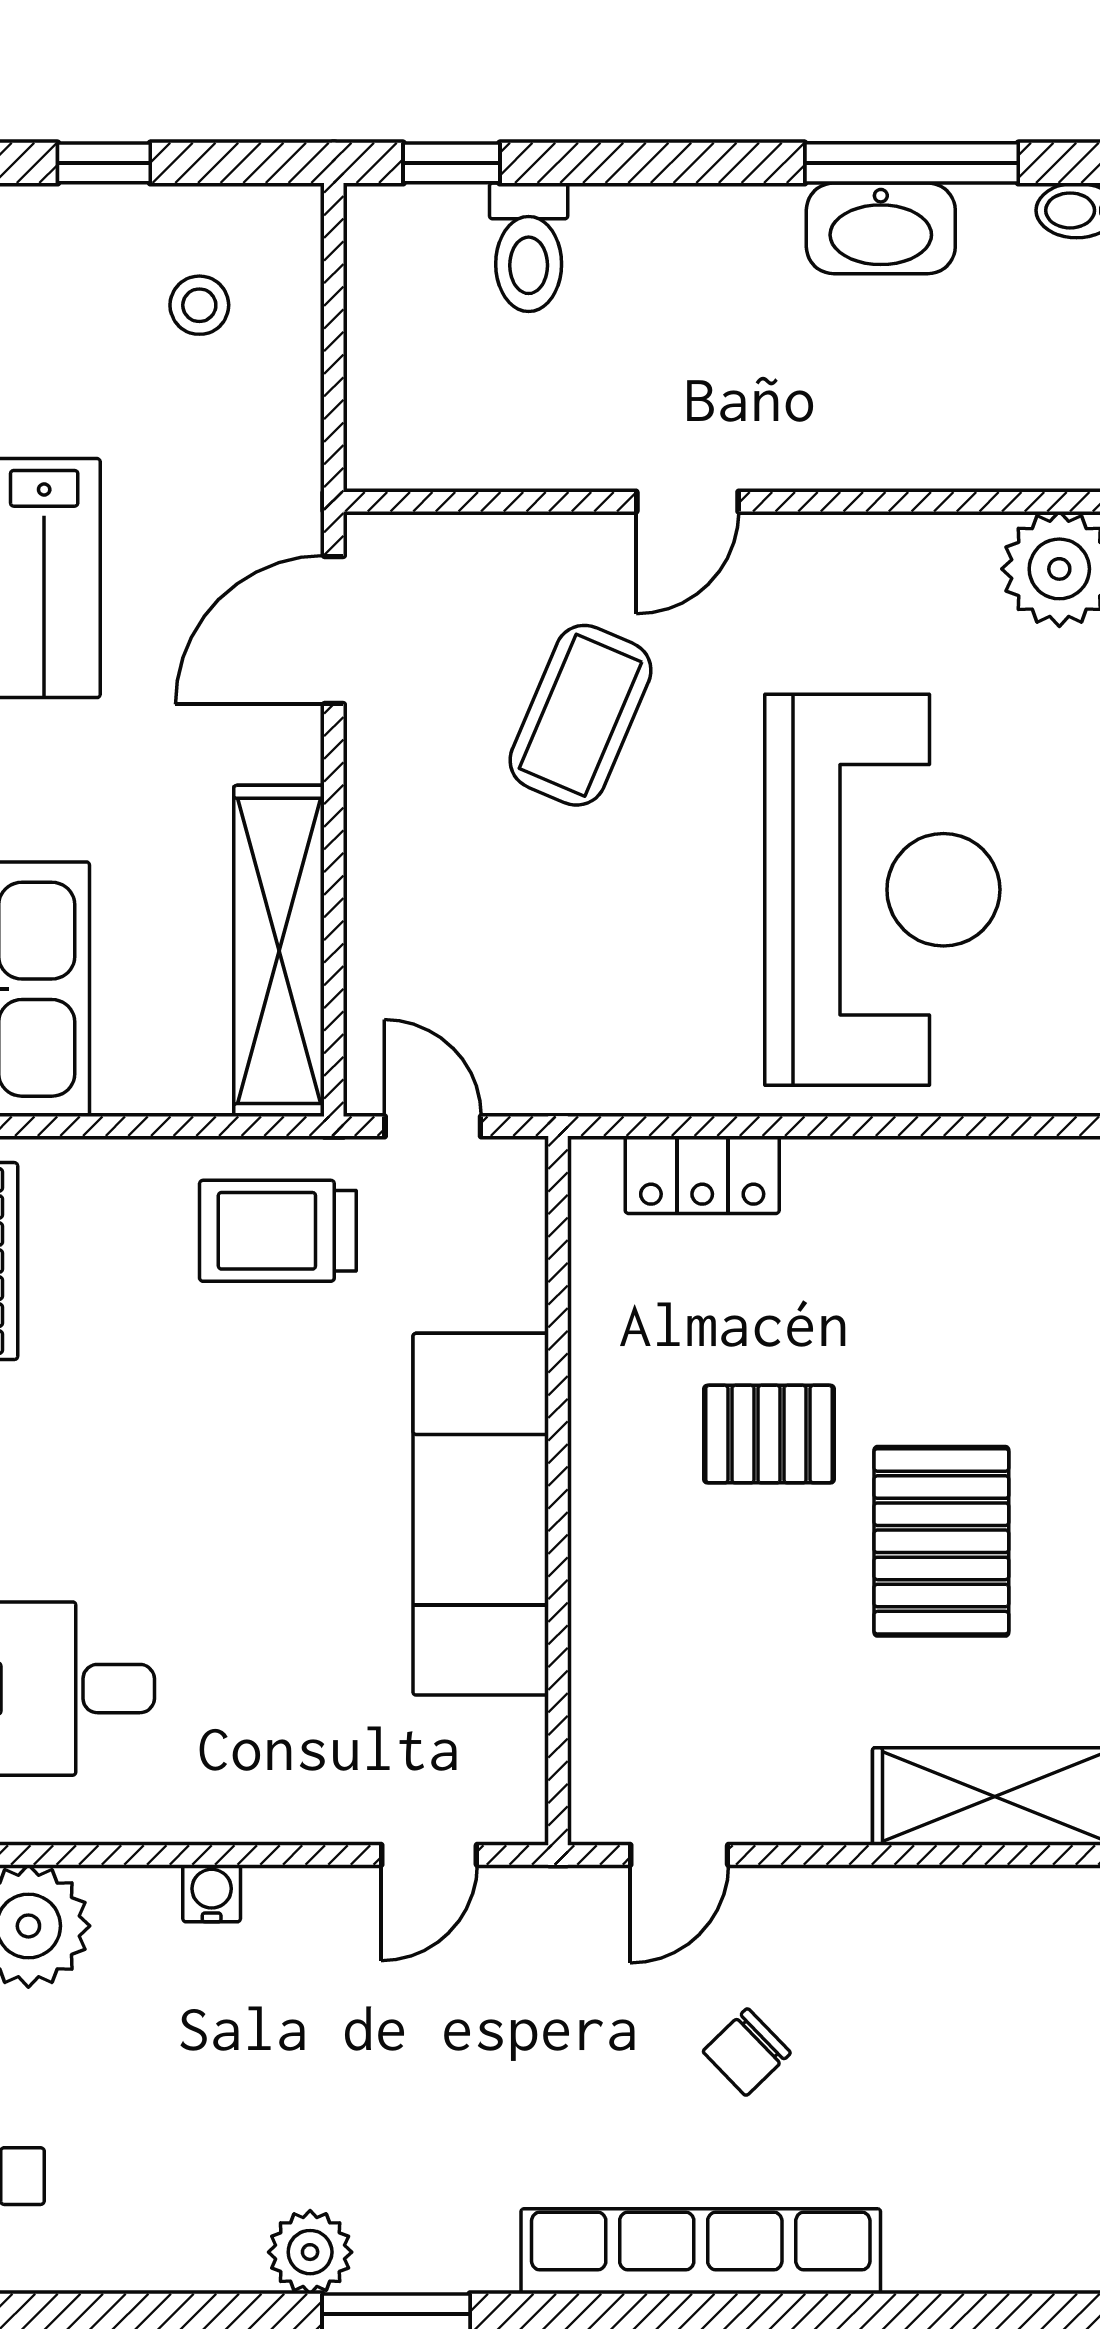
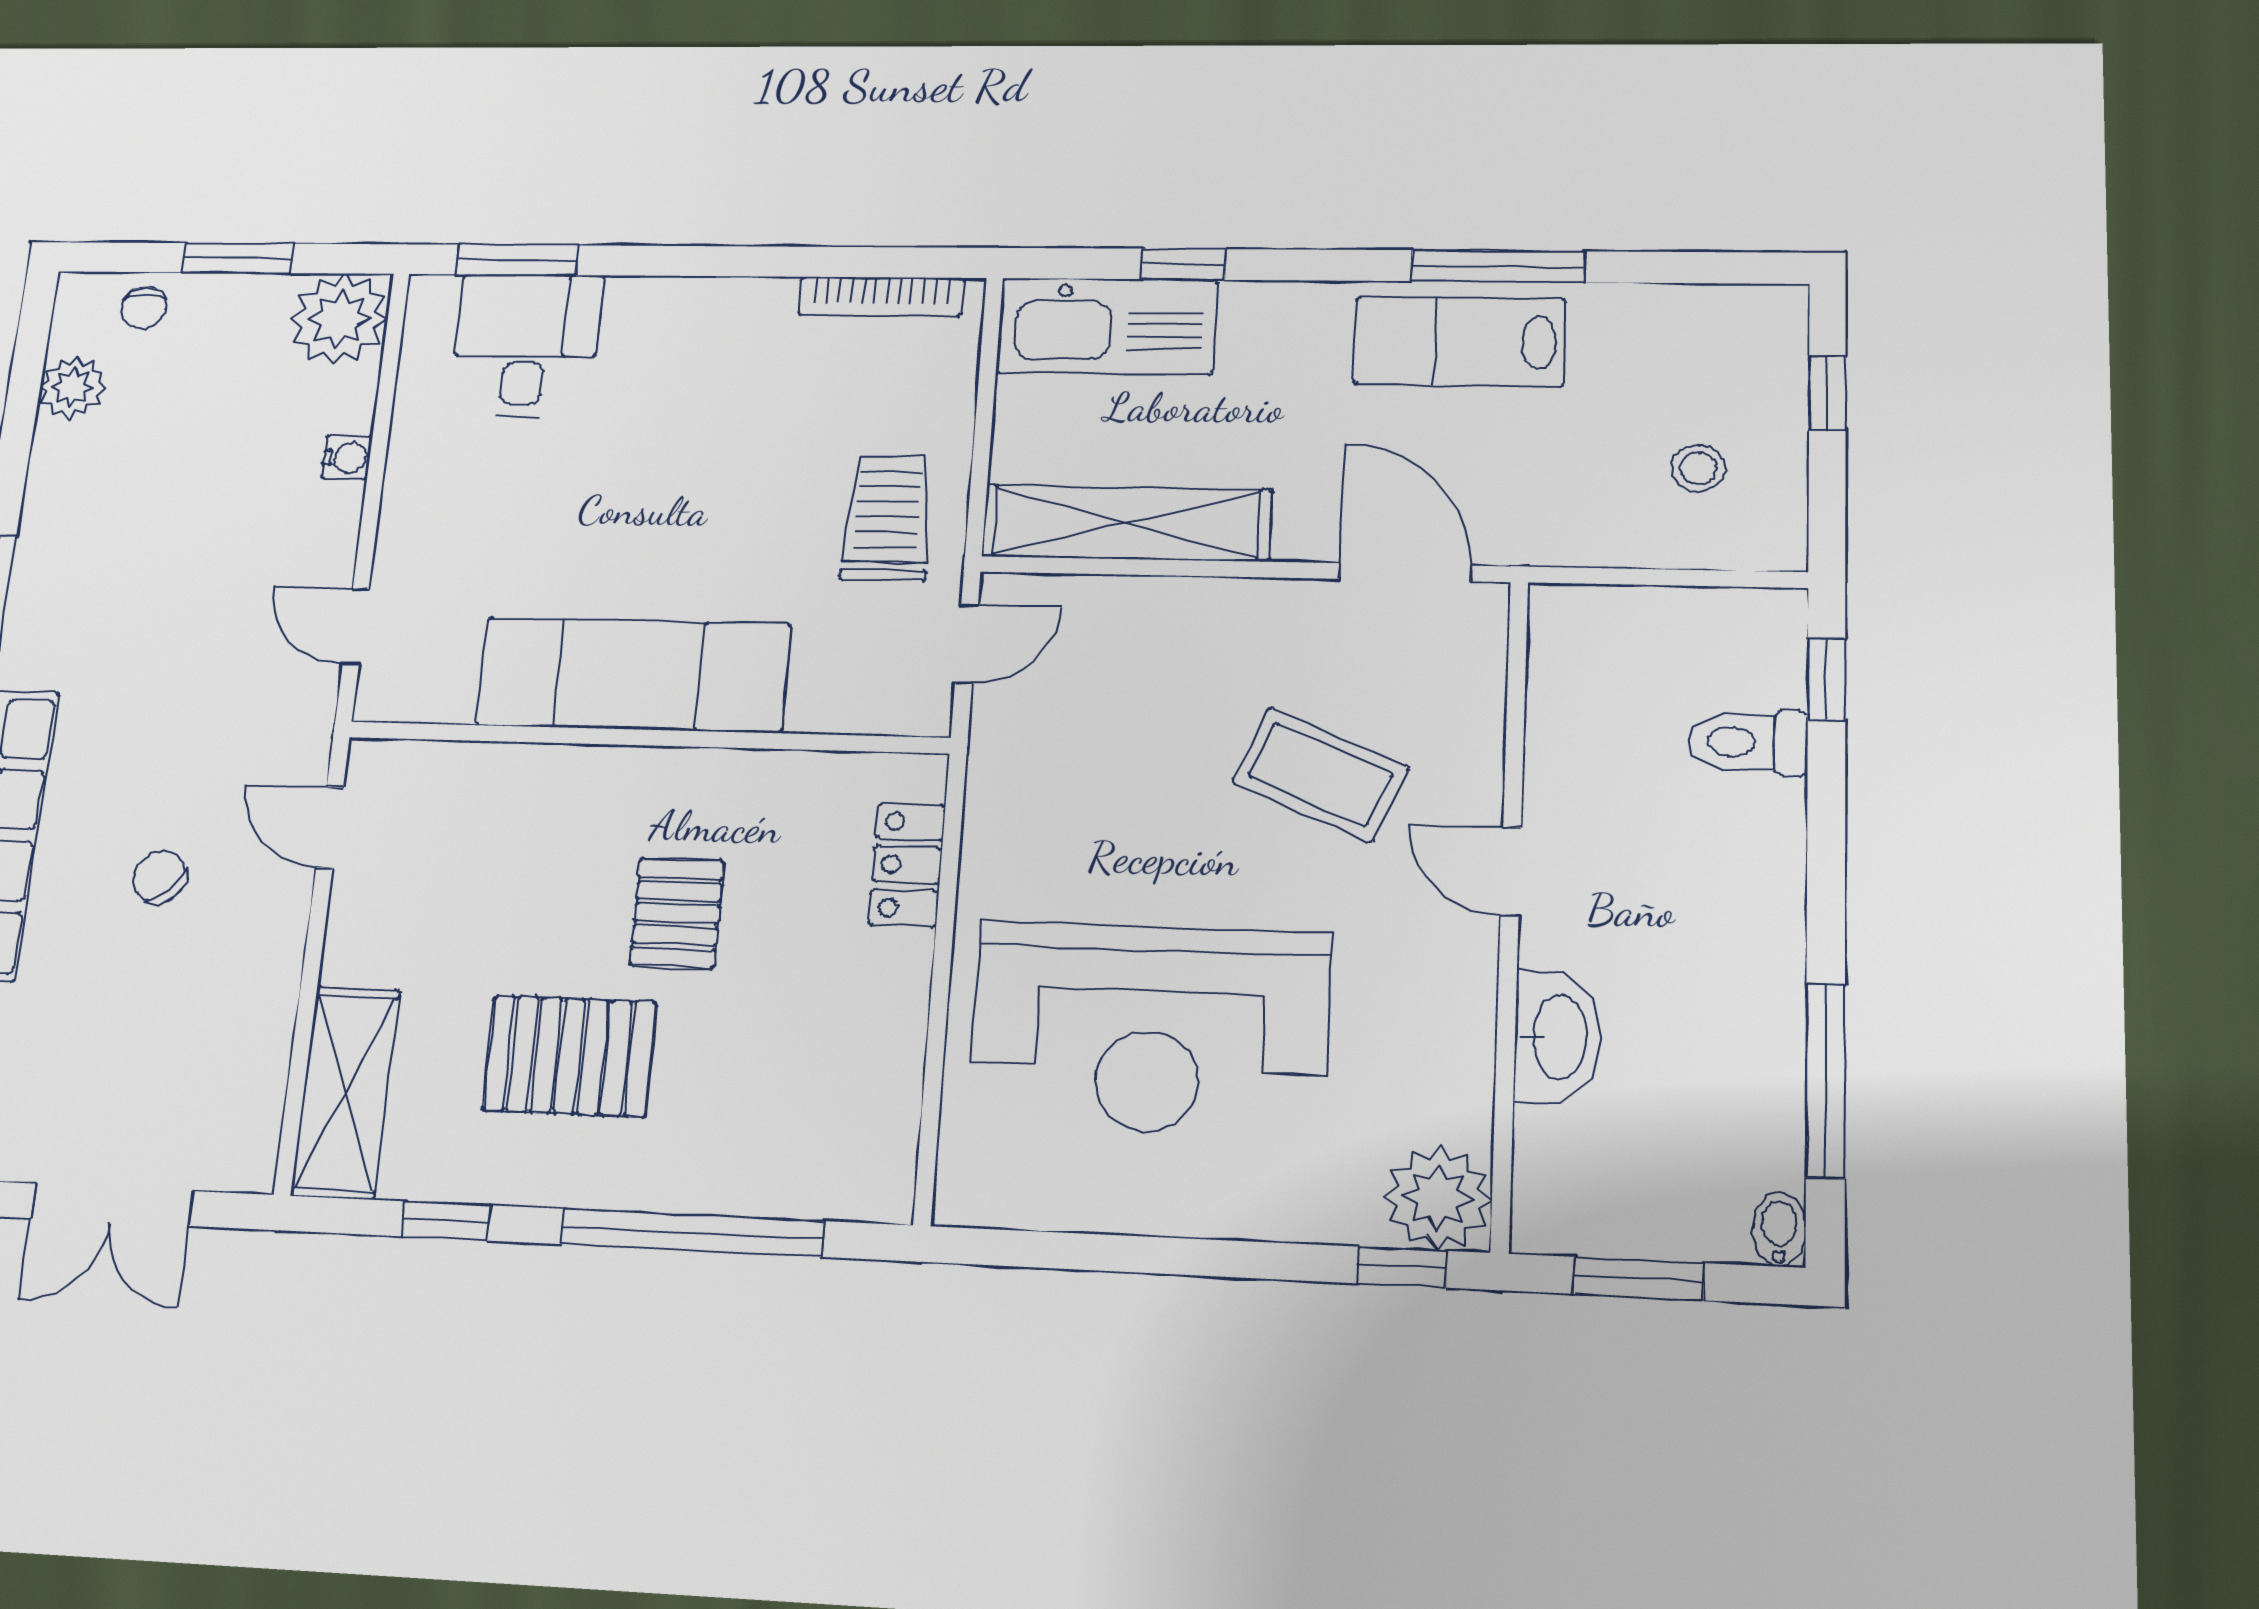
washbasin: (881, 228) -> (1557, 1037), moved, turned 180
plant: (310, 2252) -> (72, 388), moved

